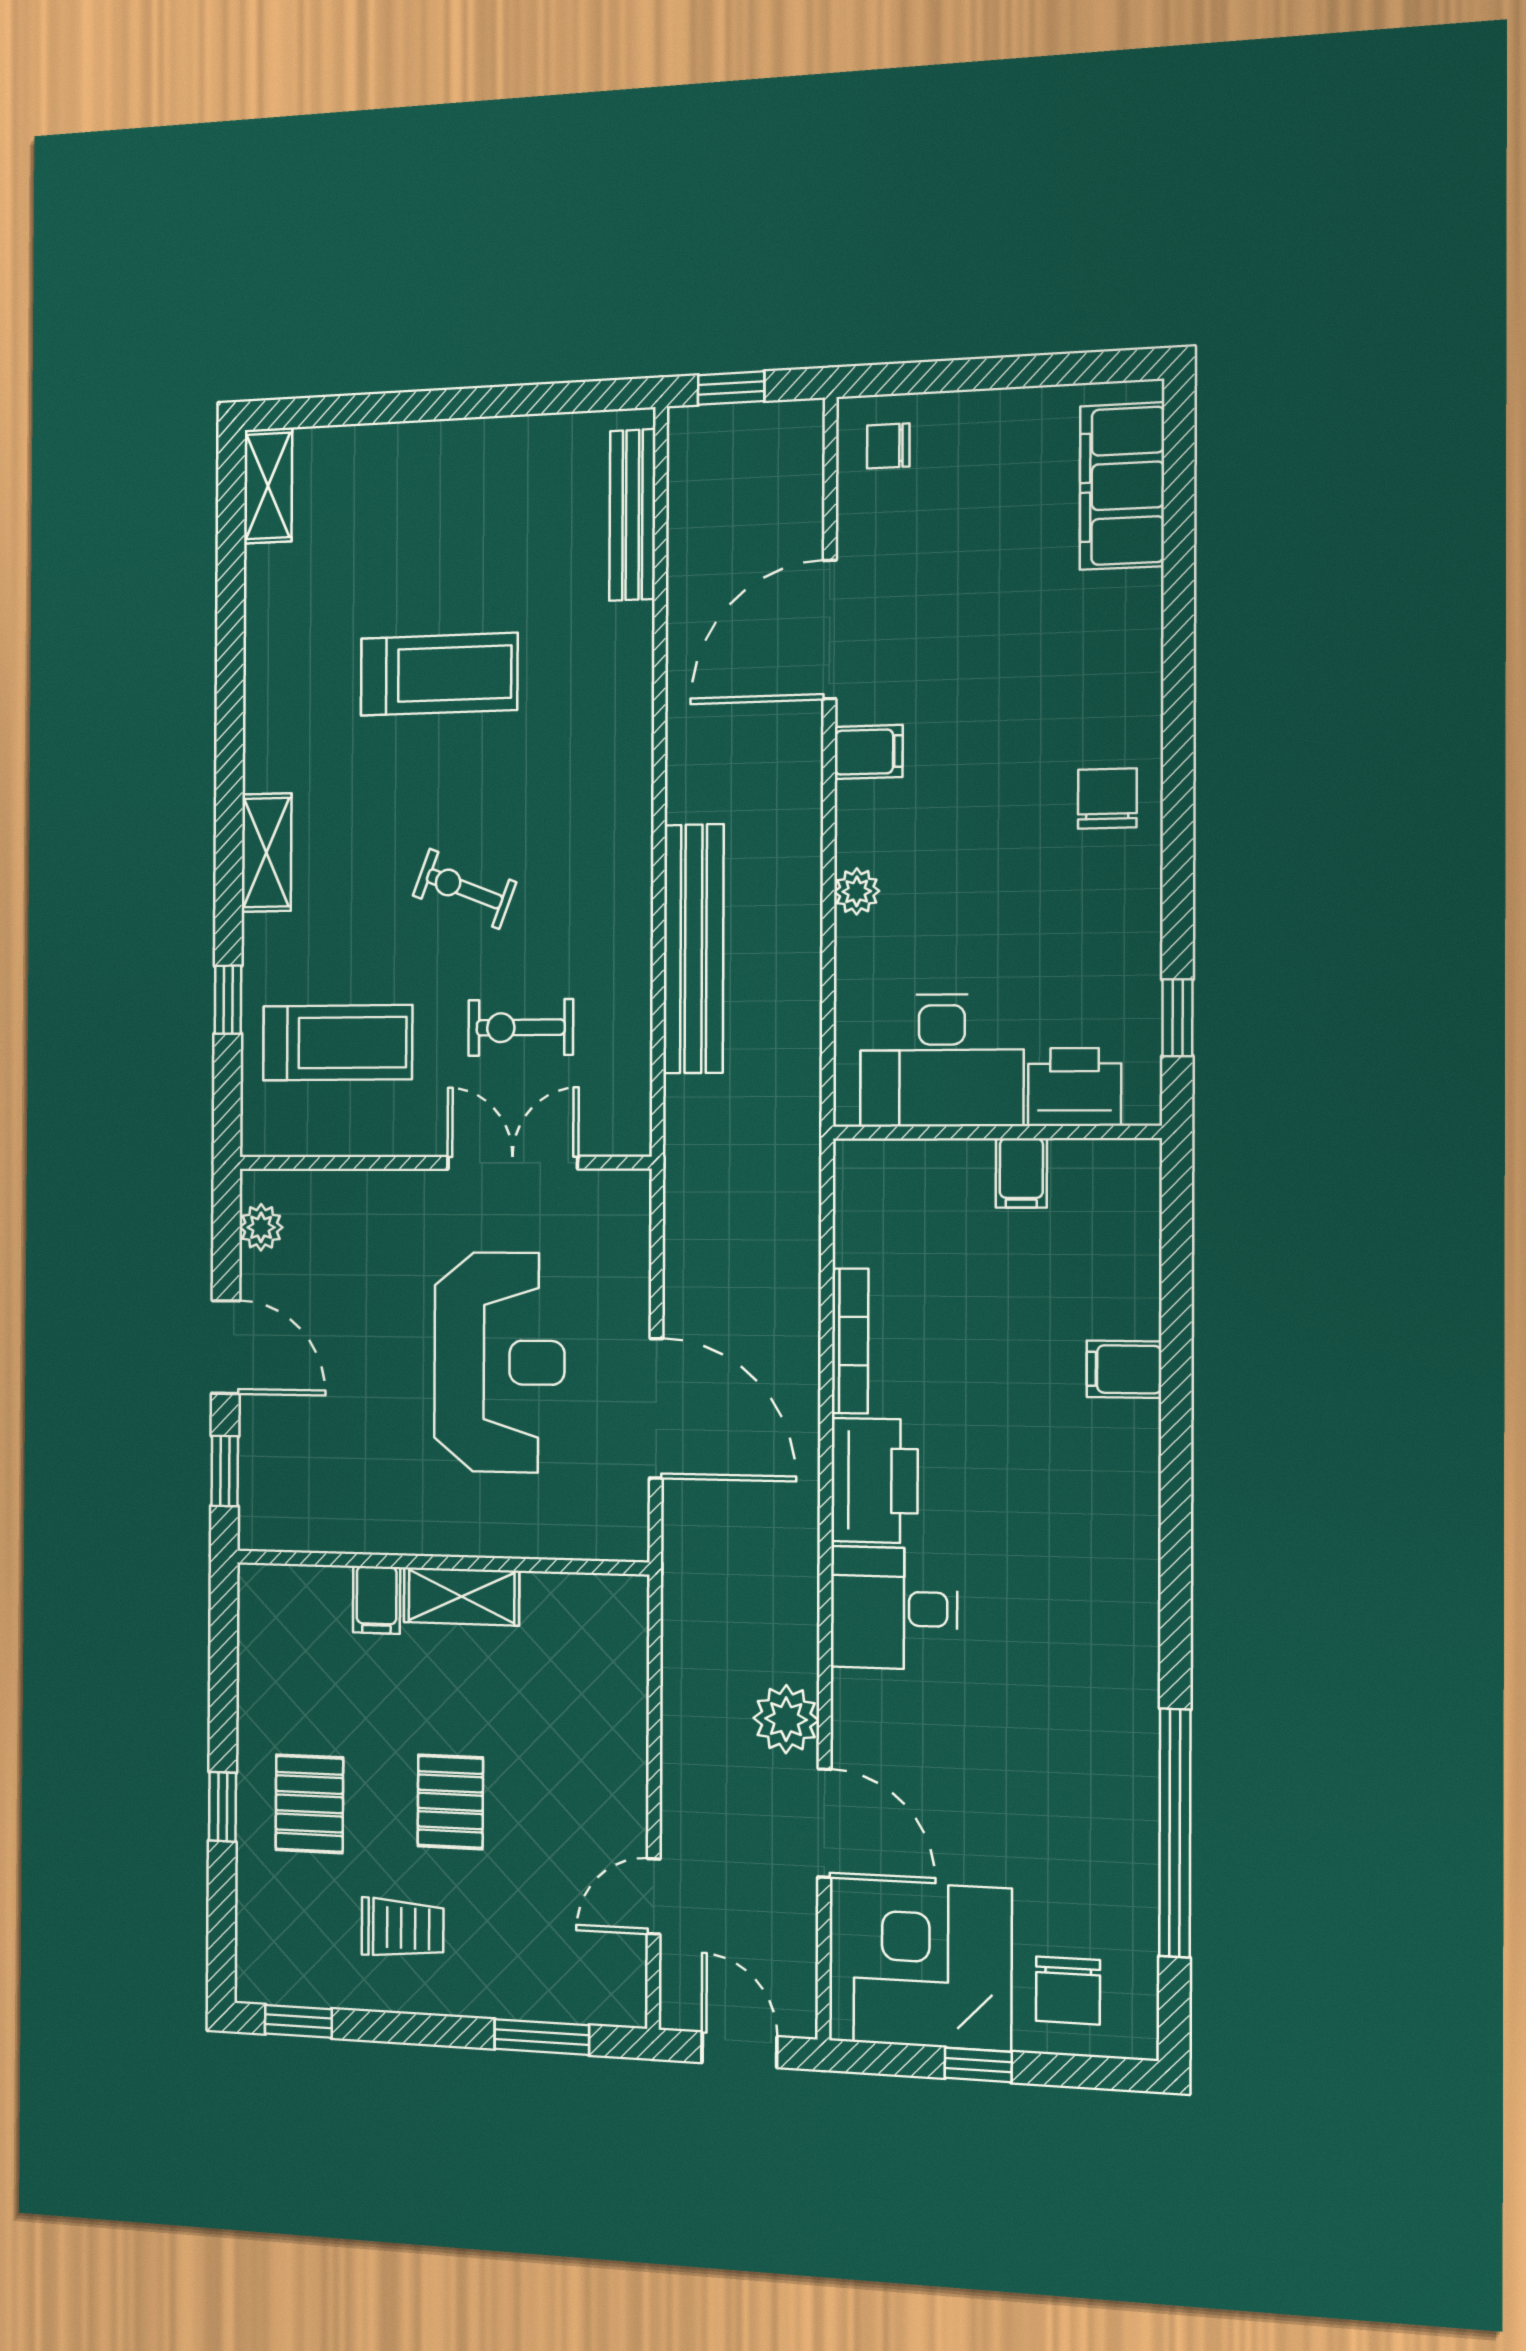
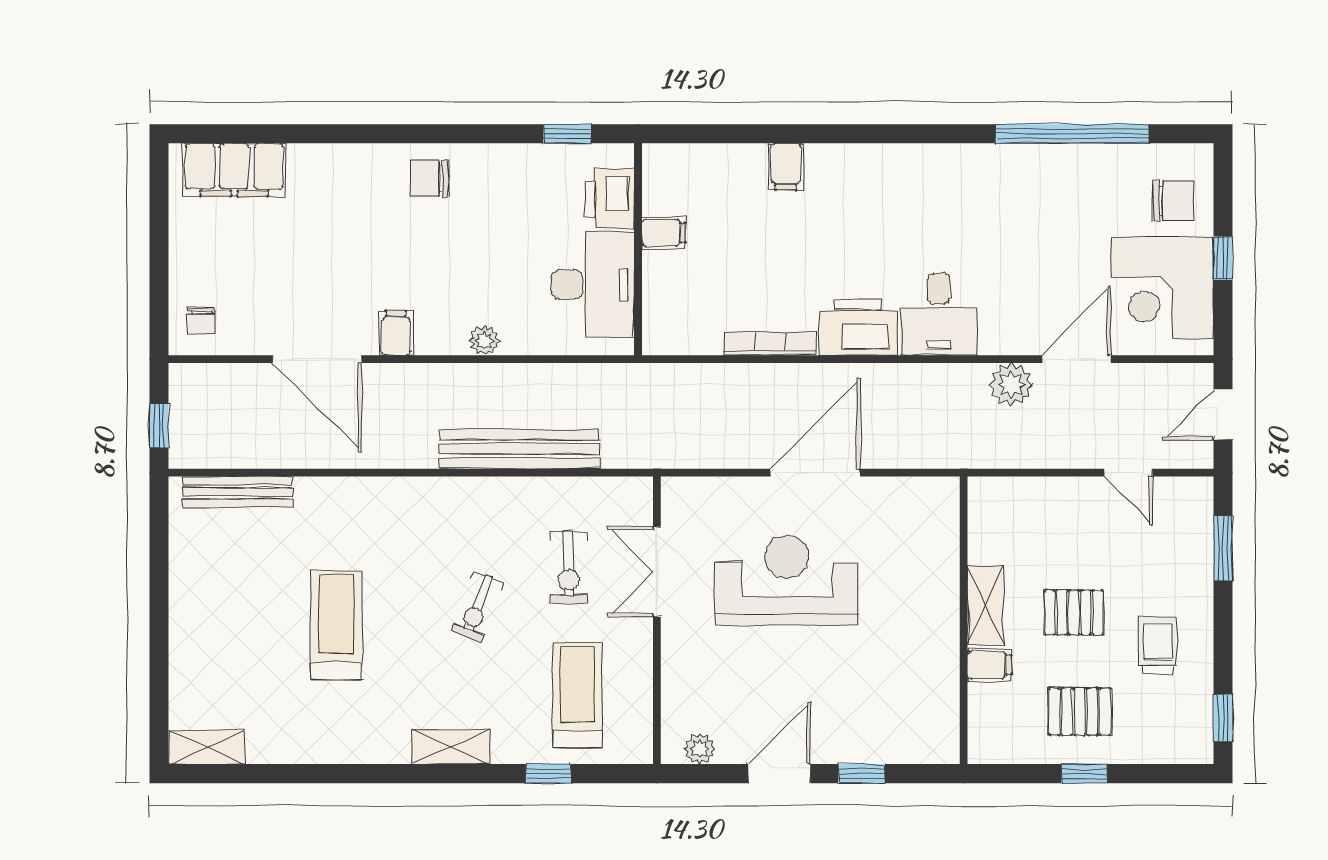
wall: (440, 1562) -> (964, 620), moved
shelving: (461, 1596) -> (985, 605), moved
filing cabinet: (377, 1600) -> (989, 665), moved

